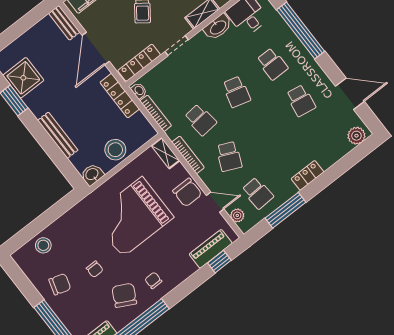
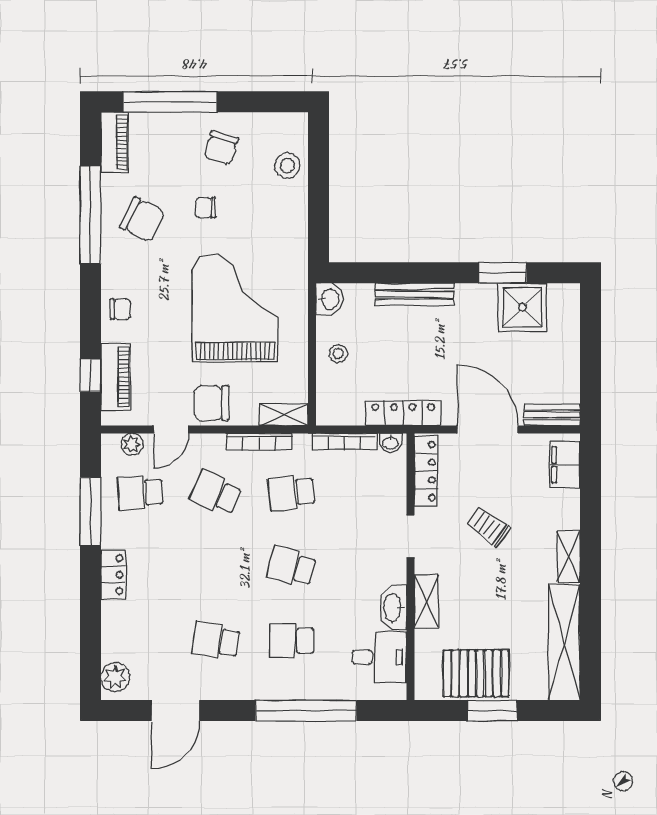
stool: (115, 150) -> (338, 354), width x0.53, depth x0.53
chair: (153, 280) -> (120, 309), moved

